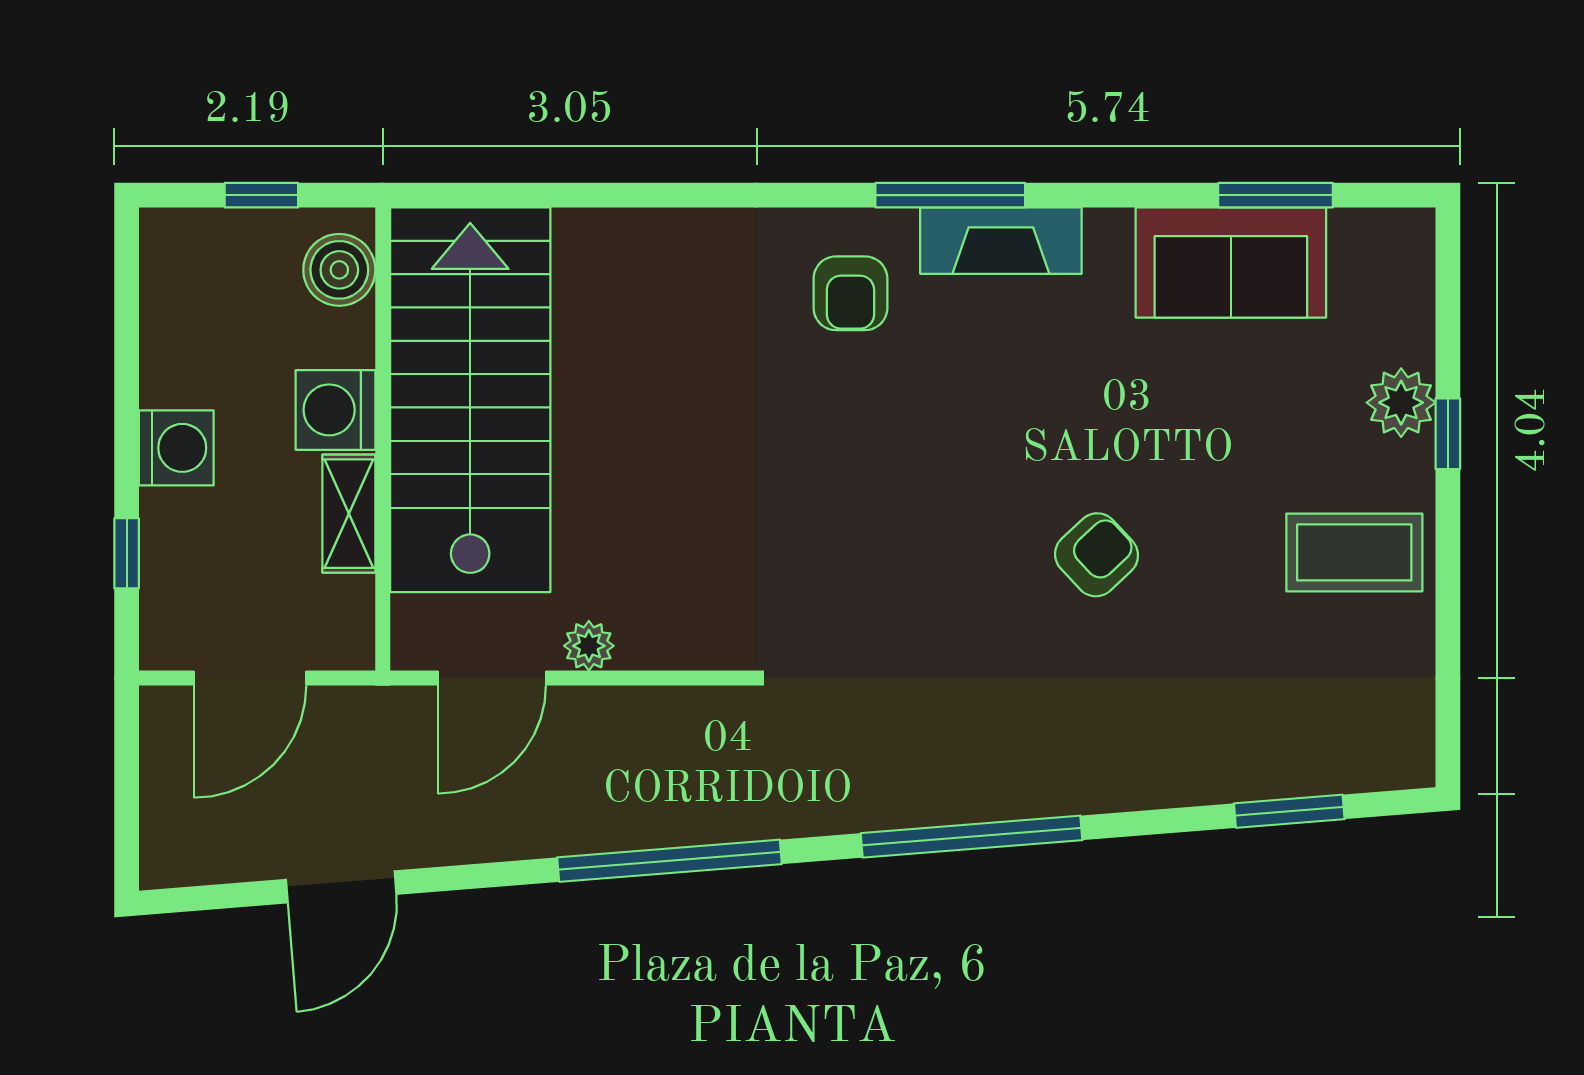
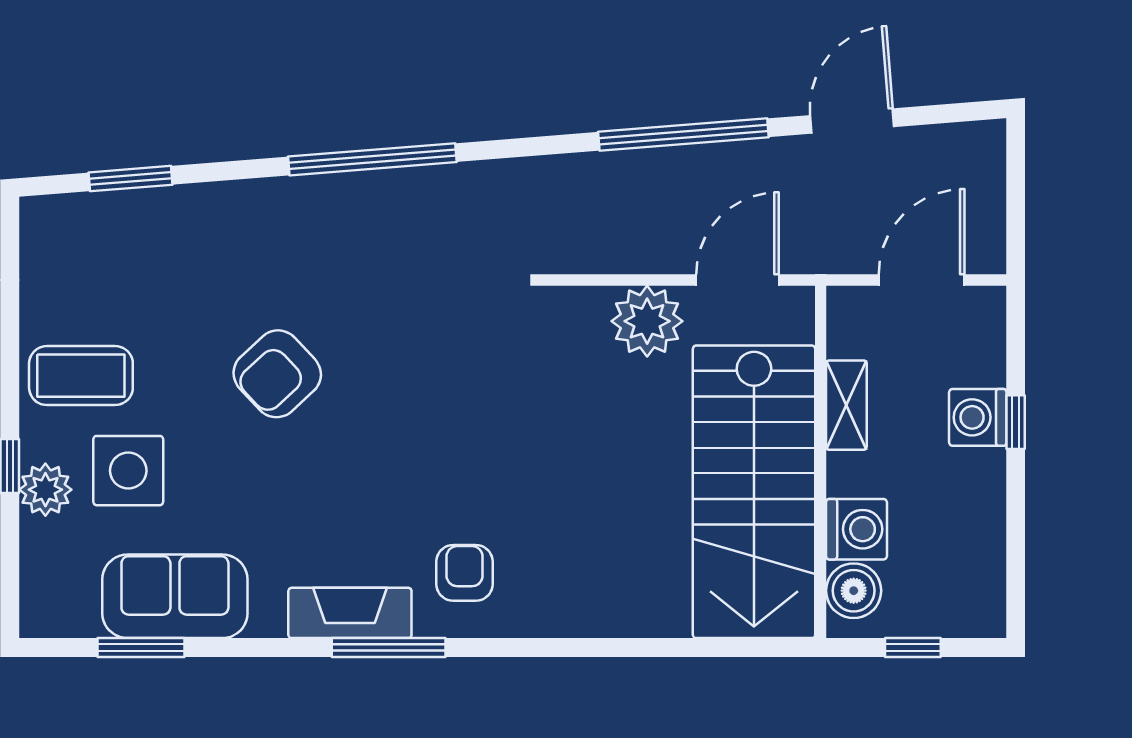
washing machine: (335, 410) -> (857, 529), moved
side table: (1292, 428) -> (128, 471), added
washing machine: (176, 448) -> (978, 417), moved
window: (127, 553) -> (1016, 422), moved
armchair: (1097, 555) -> (277, 374), width x1.38, depth x1.38
plant: (589, 646) -> (647, 321), width x1.87, depth x1.87
window: (670, 861) -> (683, 134), moved

